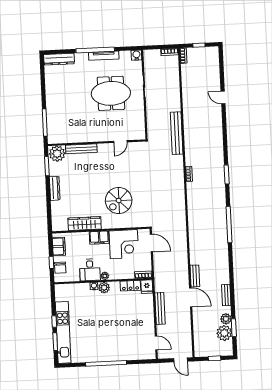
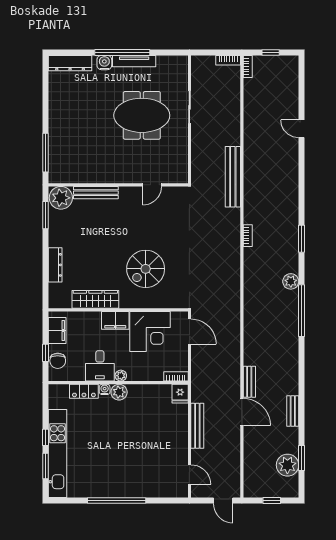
water cooler: (136, 55) -> (104, 63), moved
dresser: (55, 188) -> (55, 265), moved
locker: (130, 286) -> (84, 391), moved
plant: (226, 319) -> (291, 281), moved

